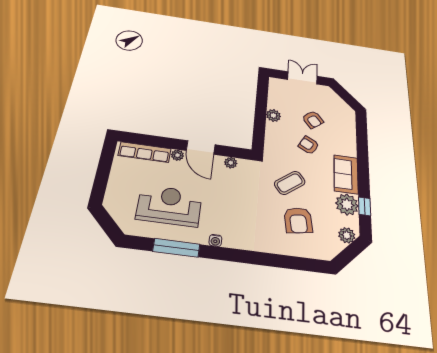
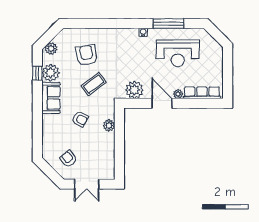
plant: (273, 115) -> (109, 125), moved
armchair: (313, 120) -> (68, 159), moved
plant: (231, 163) -> (134, 90), width x1.88, depth x1.88

